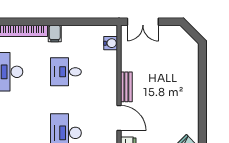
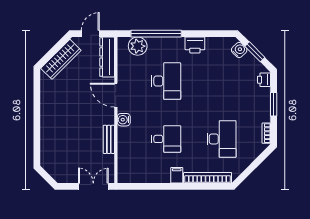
water cooler: (111, 43) -> (124, 120), moved
bench: (126, 87) -> (109, 139), moved

